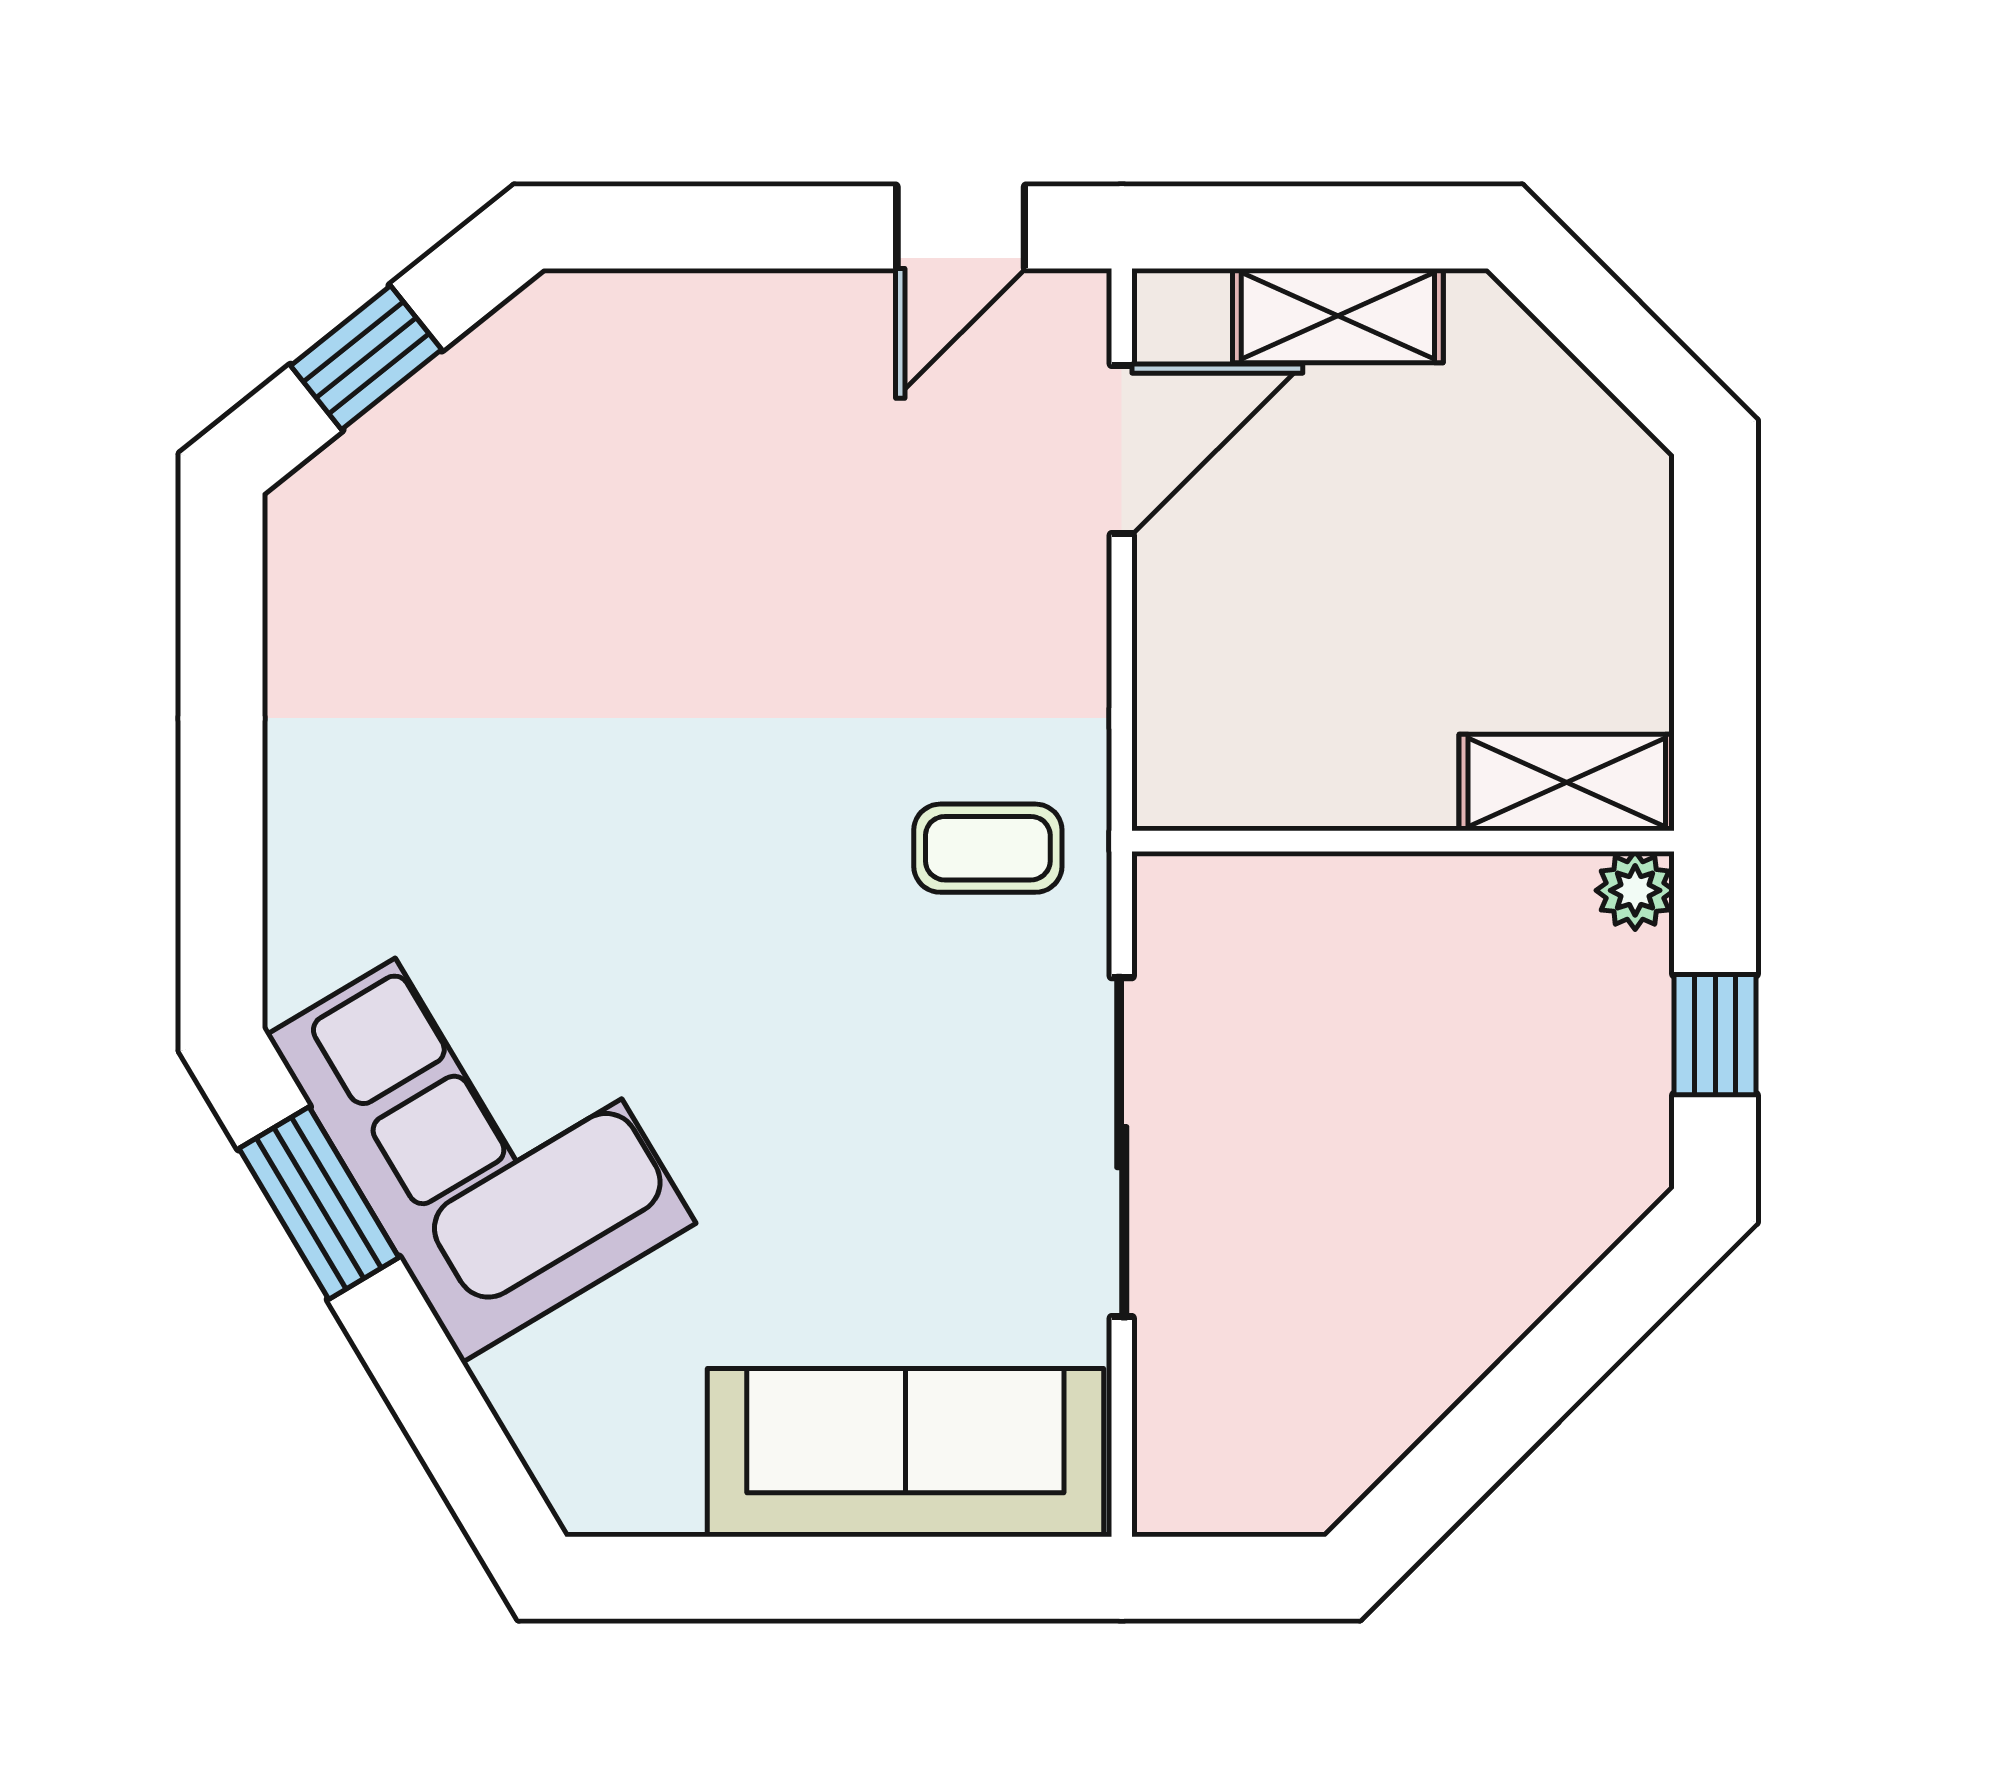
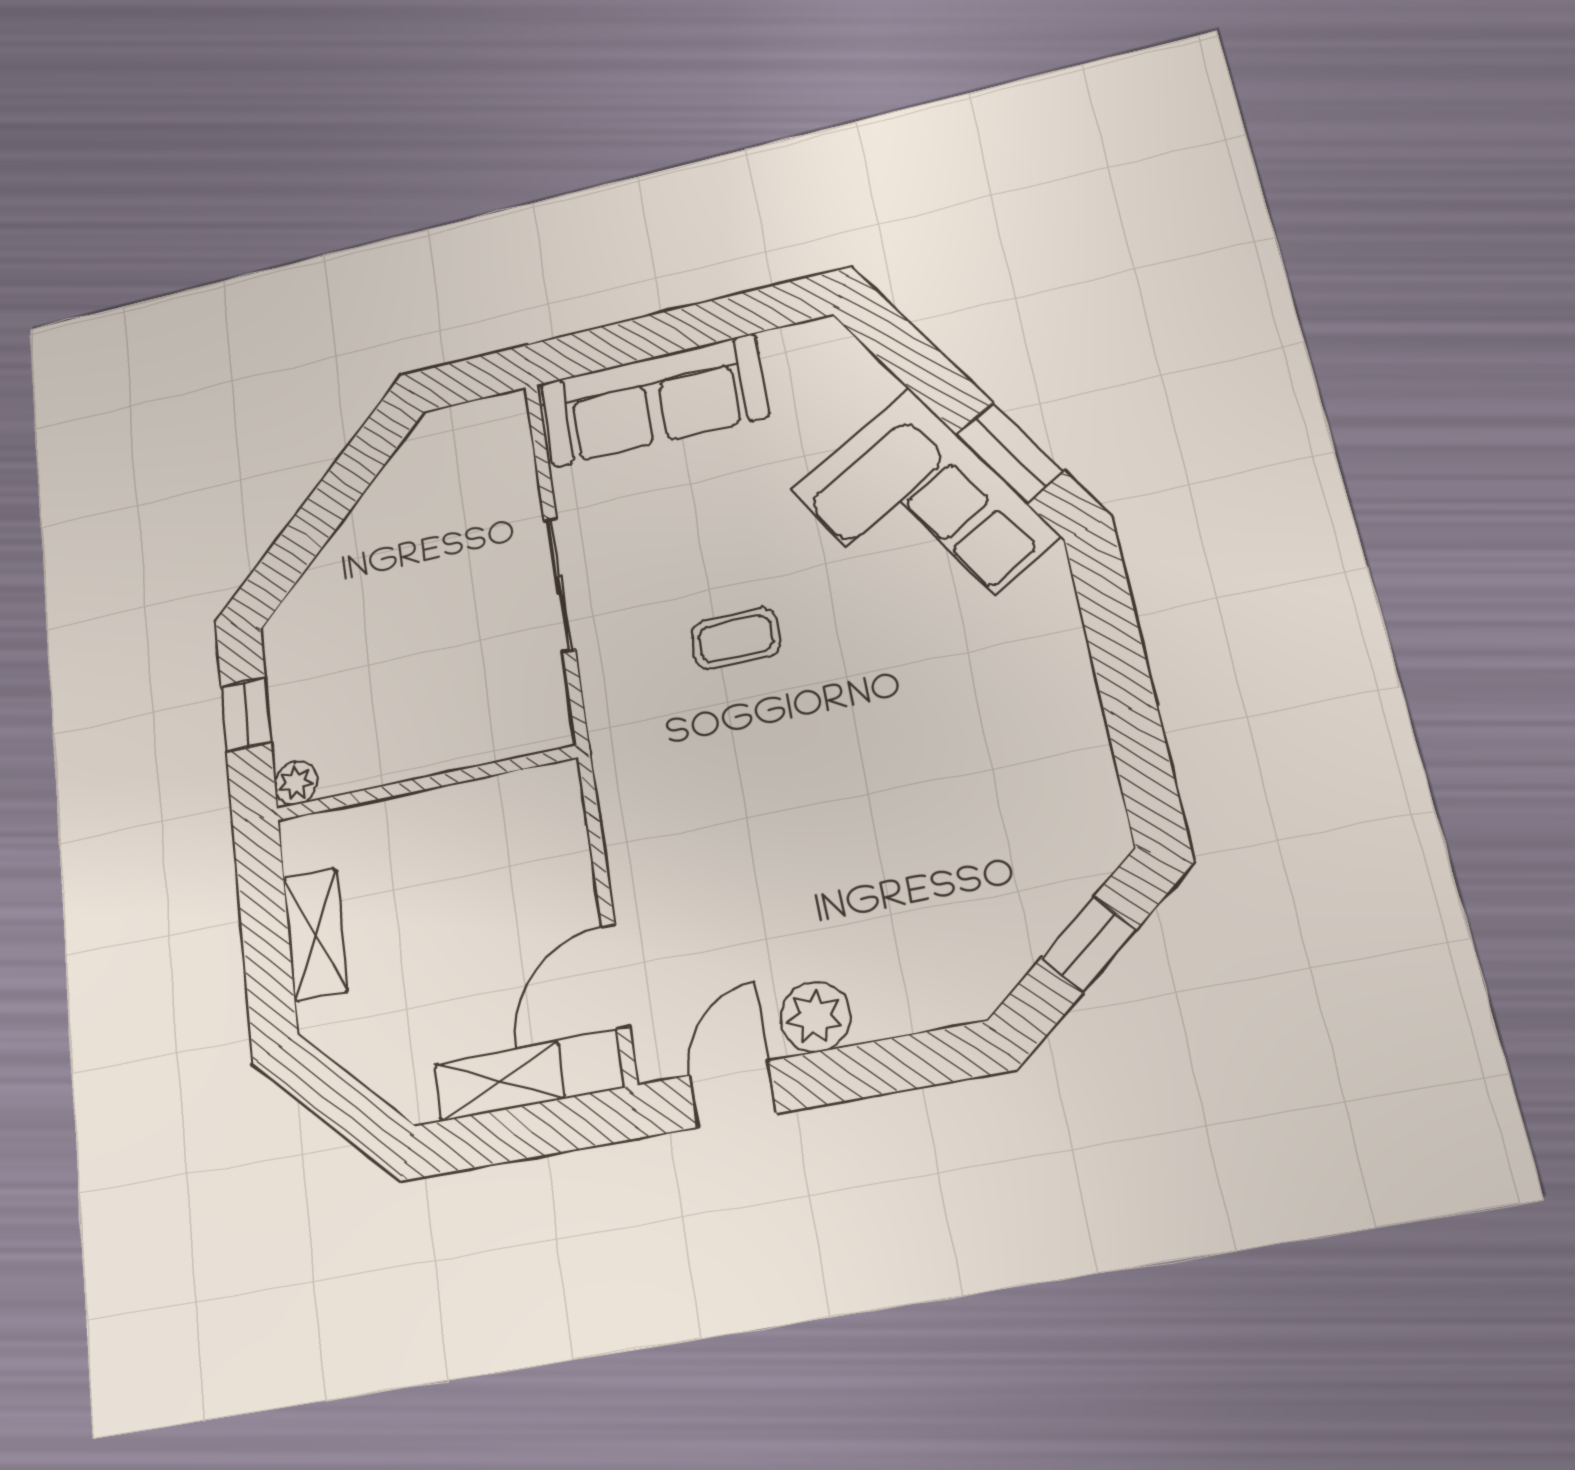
plant: (810, 324) -> (815, 1017), added
shelving: (1567, 783) -> (316, 935), moved, turned 90
coffee table: (988, 848) -> (736, 639), moved
sliding door: (1122, 1147) -> (560, 584), width x0.73

